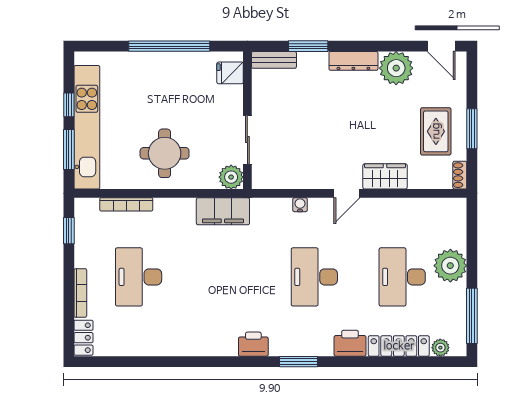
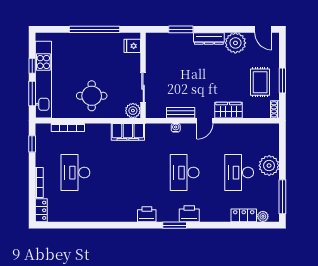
bench: (274, 60) -> (181, 113), moved
printer: (350, 343) -> (189, 214), moved
locker: (399, 346) -> (244, 215), width x0.66

